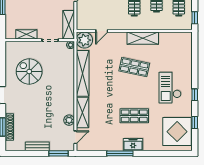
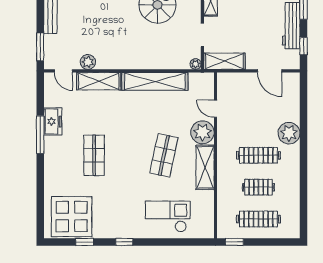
plant: (84, 40) -> (202, 132), moved
checkout: (170, 88) -> (168, 216), moved
freezer: (133, 145) -> (53, 121), moved

